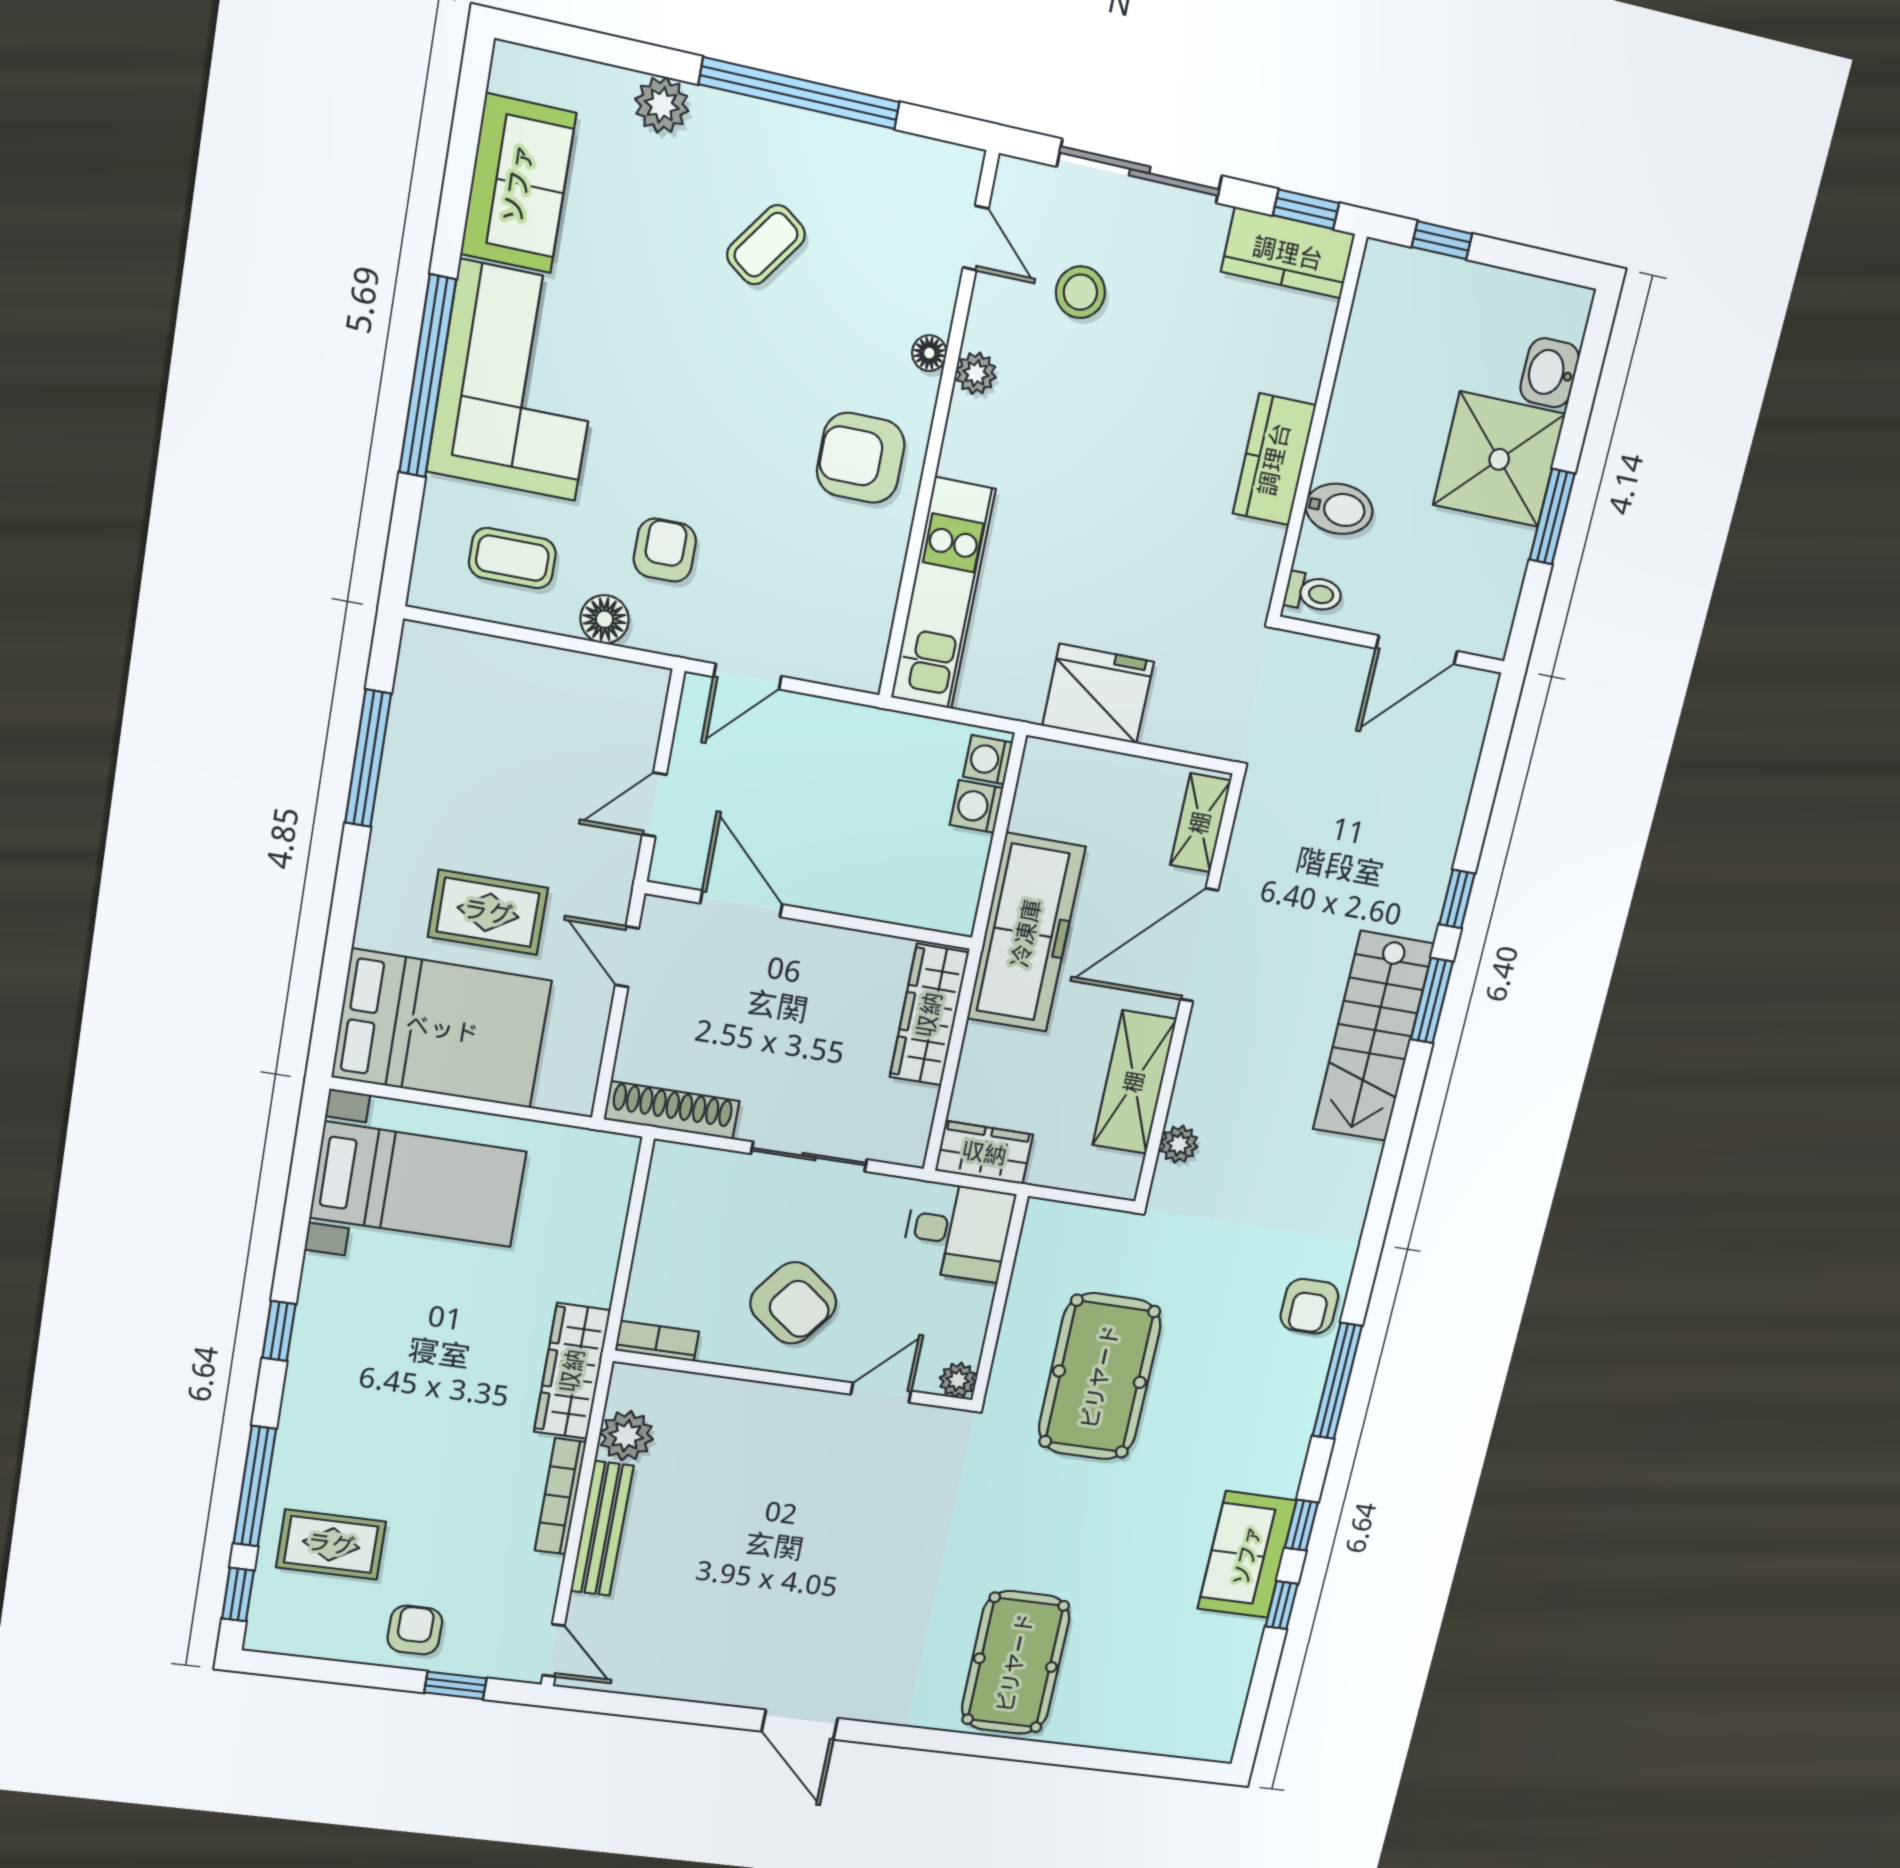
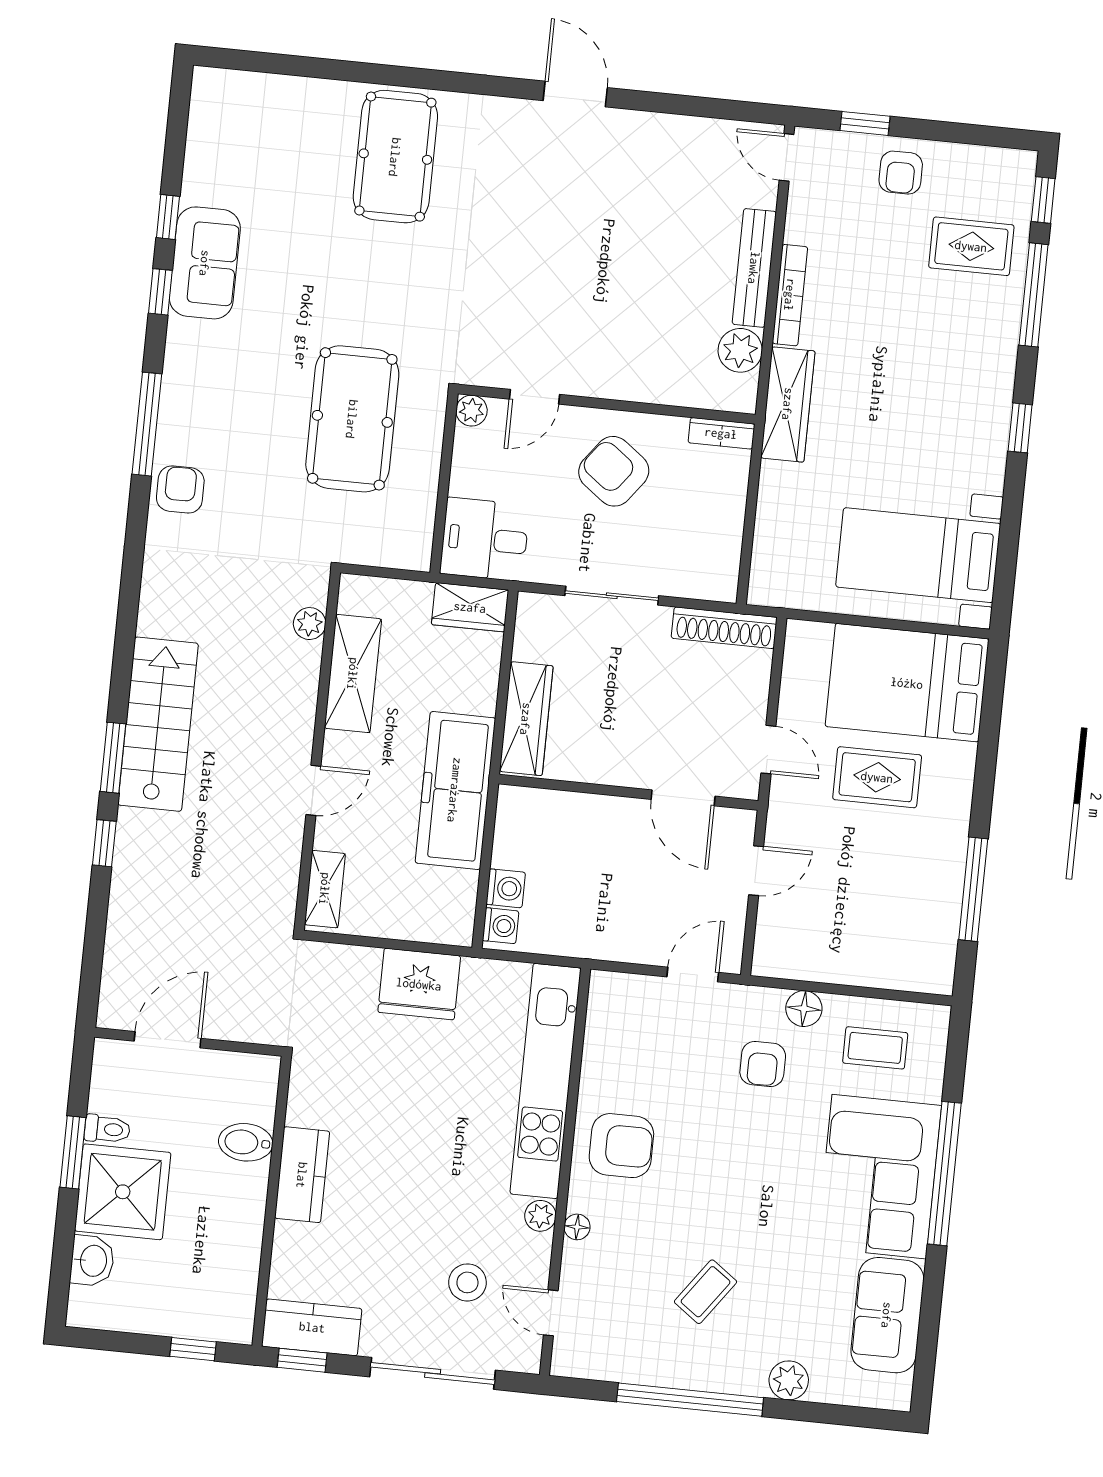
toilet: (1314, 593) -> (107, 1129), moved, turned 180
kitchen unit: (943, 594) -> (546, 1081), width x1.36
door: (1199, 945) -> (313, 790), width x0.53

